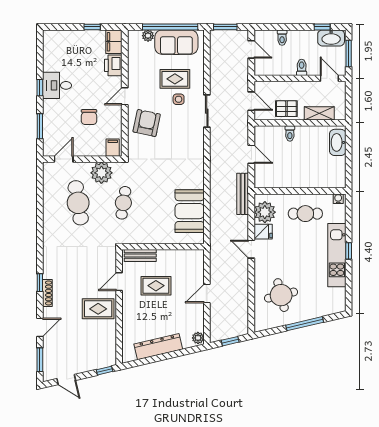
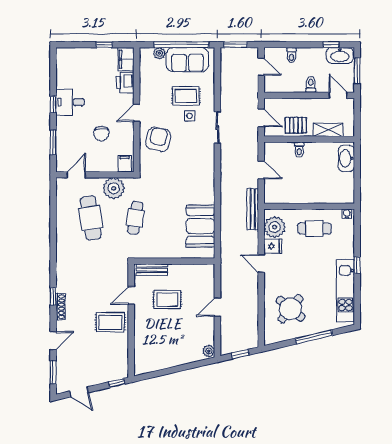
kitchen unit: (337, 255) -> (345, 291), moved
round table: (281, 295) -> (290, 309), turned -37
dresser: (158, 347) -> (170, 360), removed

